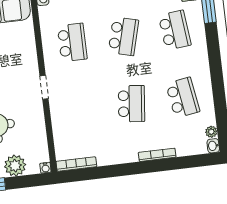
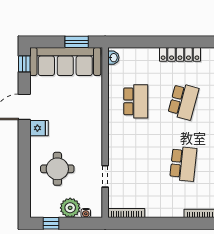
doorway: (44, 87) -> (105, 176), moved
water cooler: (45, 168) -> (86, 213), moved

